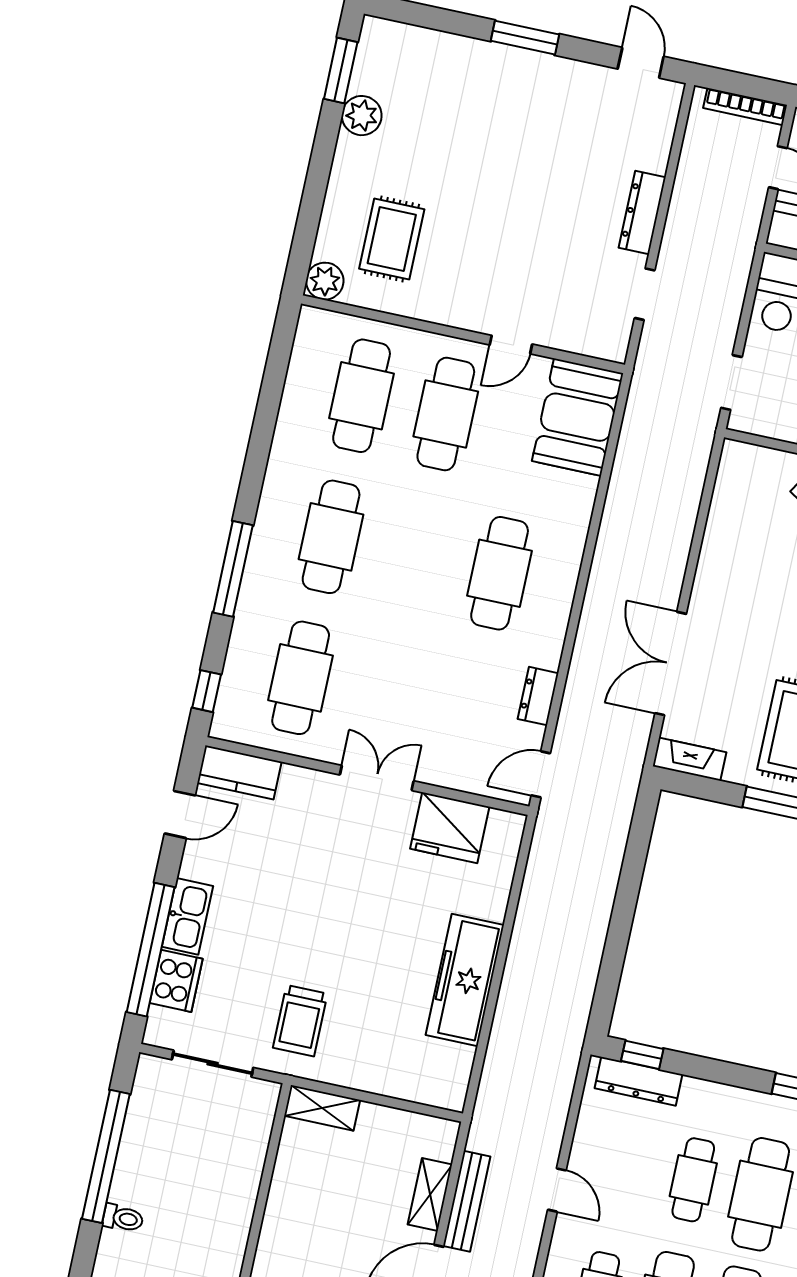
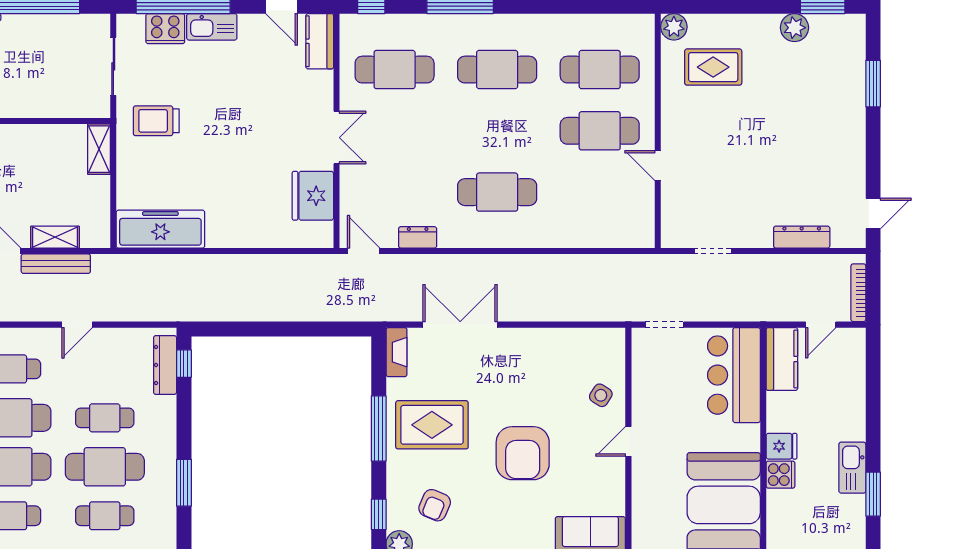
window: (525, 38) -> (873, 84), moved
dresser: (642, 213) -> (802, 237), moved
booth: (578, 417) -> (617, 223), removed
freezer: (465, 980) -> (160, 229), moved

